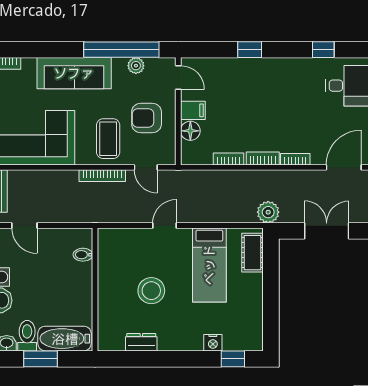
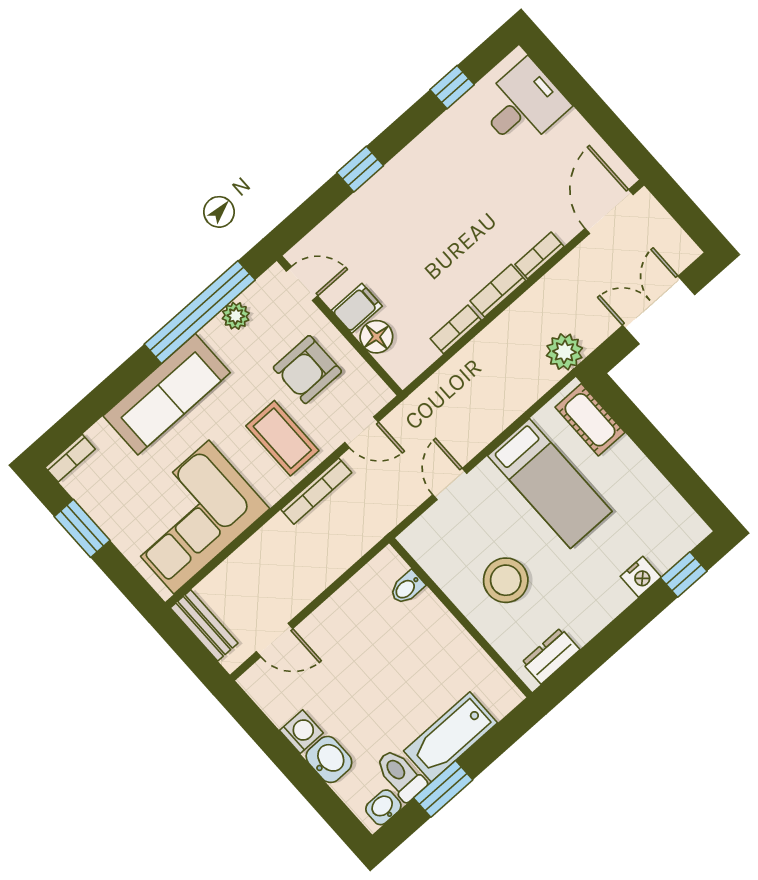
bidet: (83, 255) -> (407, 588), moved
wall: (95, 289) -> (461, 618), moved

